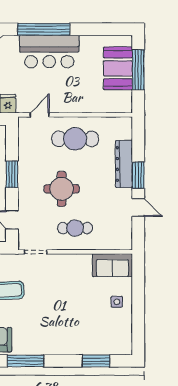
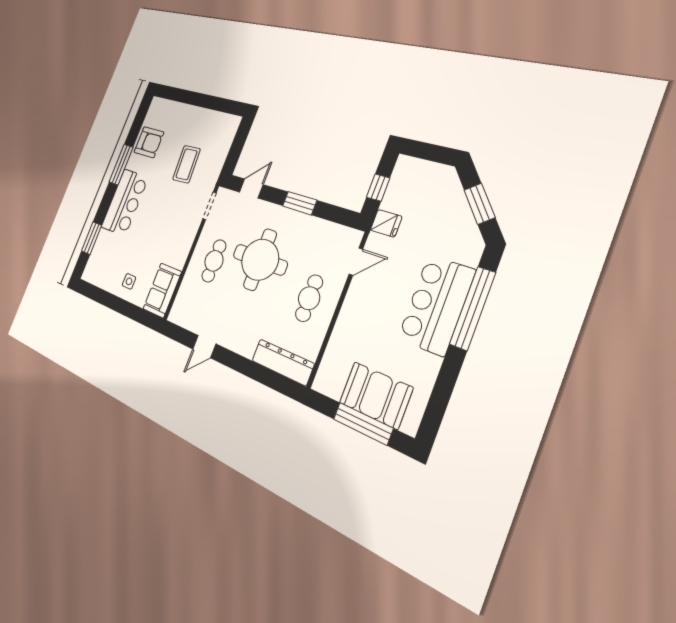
door: (40, 115) -> (356, 262), hinge flipped
cafe table: (75, 139) -> (309, 298), width x0.73, depth x0.74
dresser: (124, 164) -> (283, 362), moved
window: (138, 175) -> (237, 363), removed
round table: (62, 189) -> (260, 260), width x1.36, depth x1.36
bar counter: (56, 340) -> (125, 202), added

